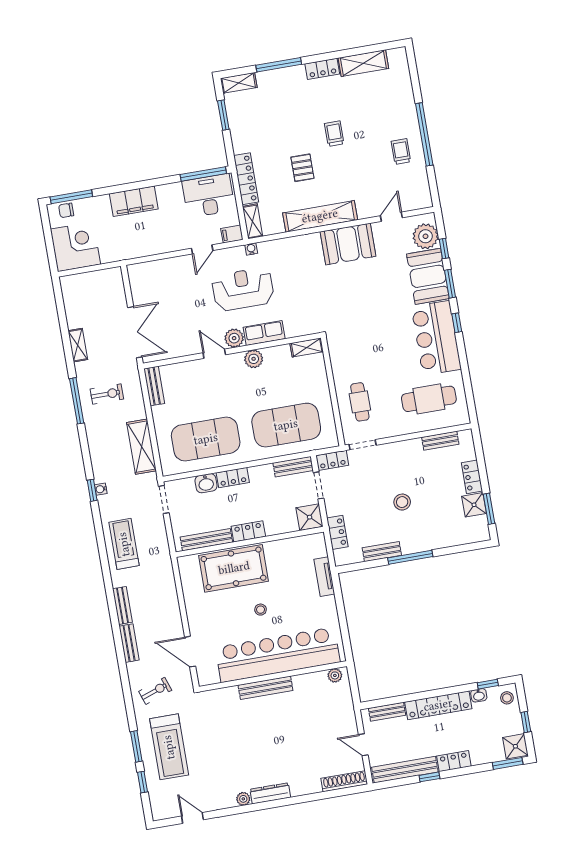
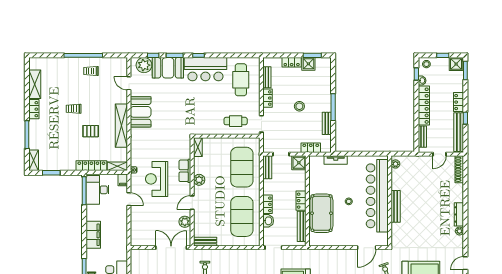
plant: (234, 338) -> (185, 222), moved
shelving: (141, 447) -> (240, 255), removed
locker: (332, 460) -> (267, 98), moved

